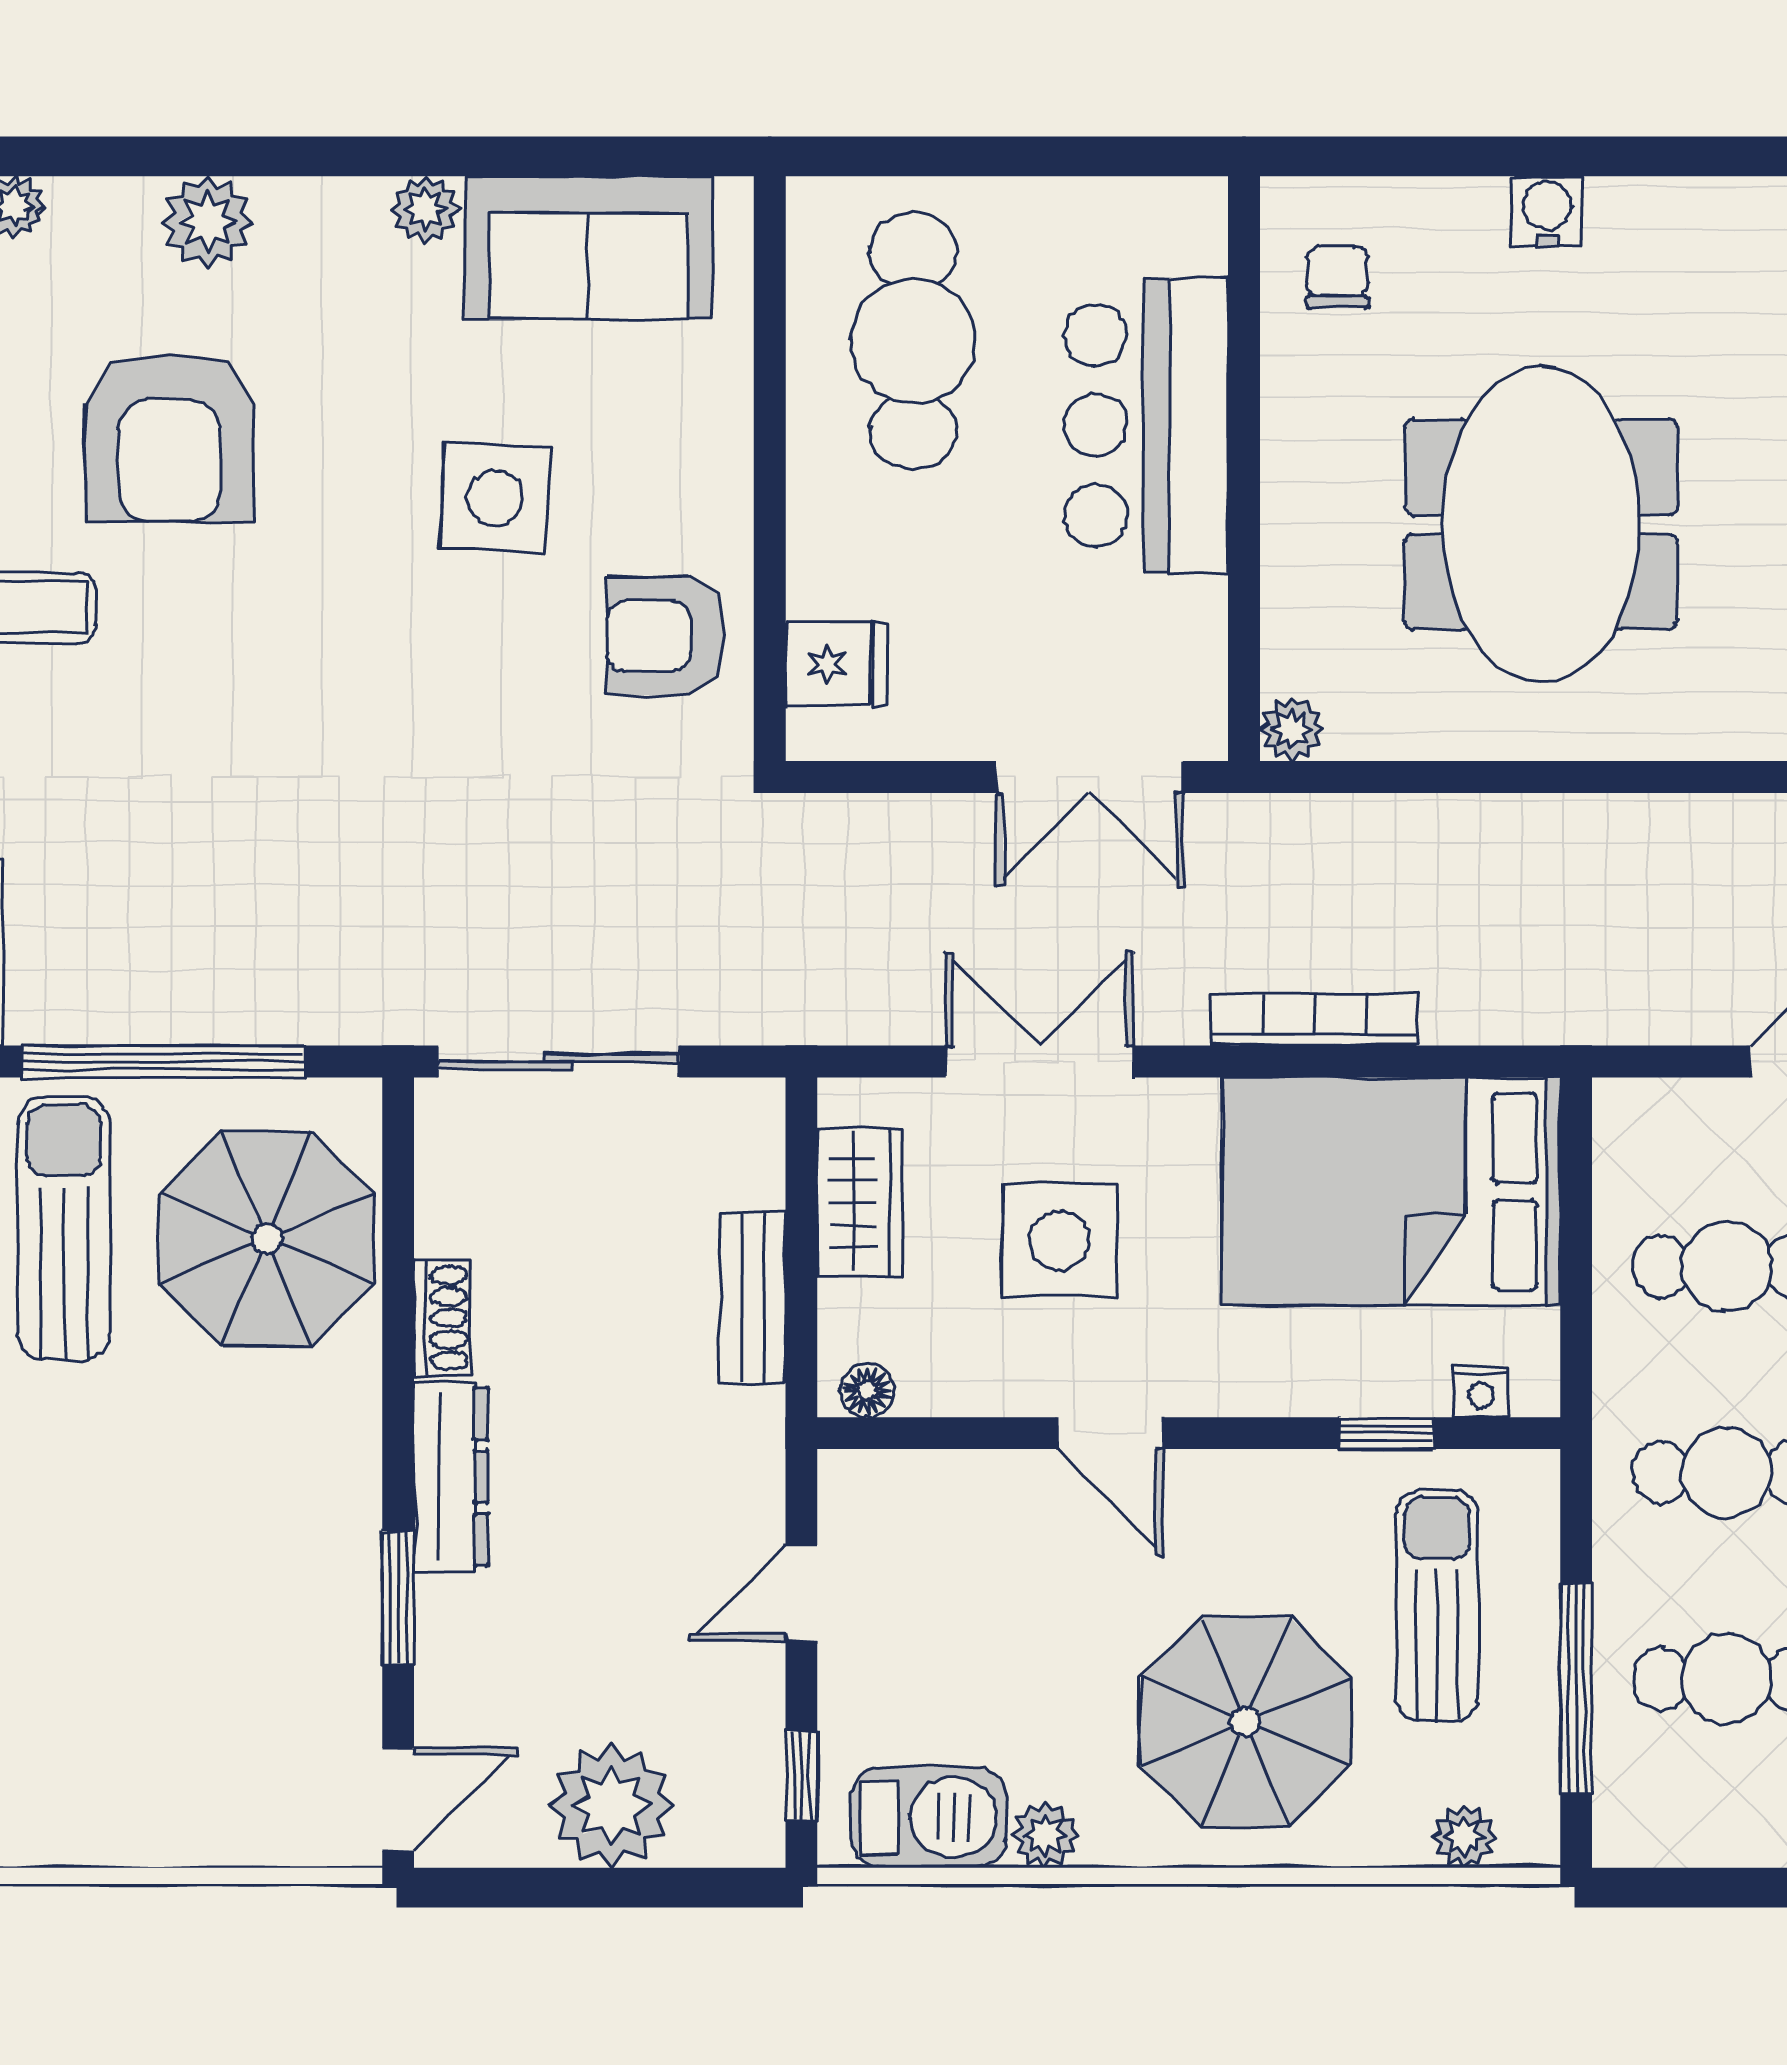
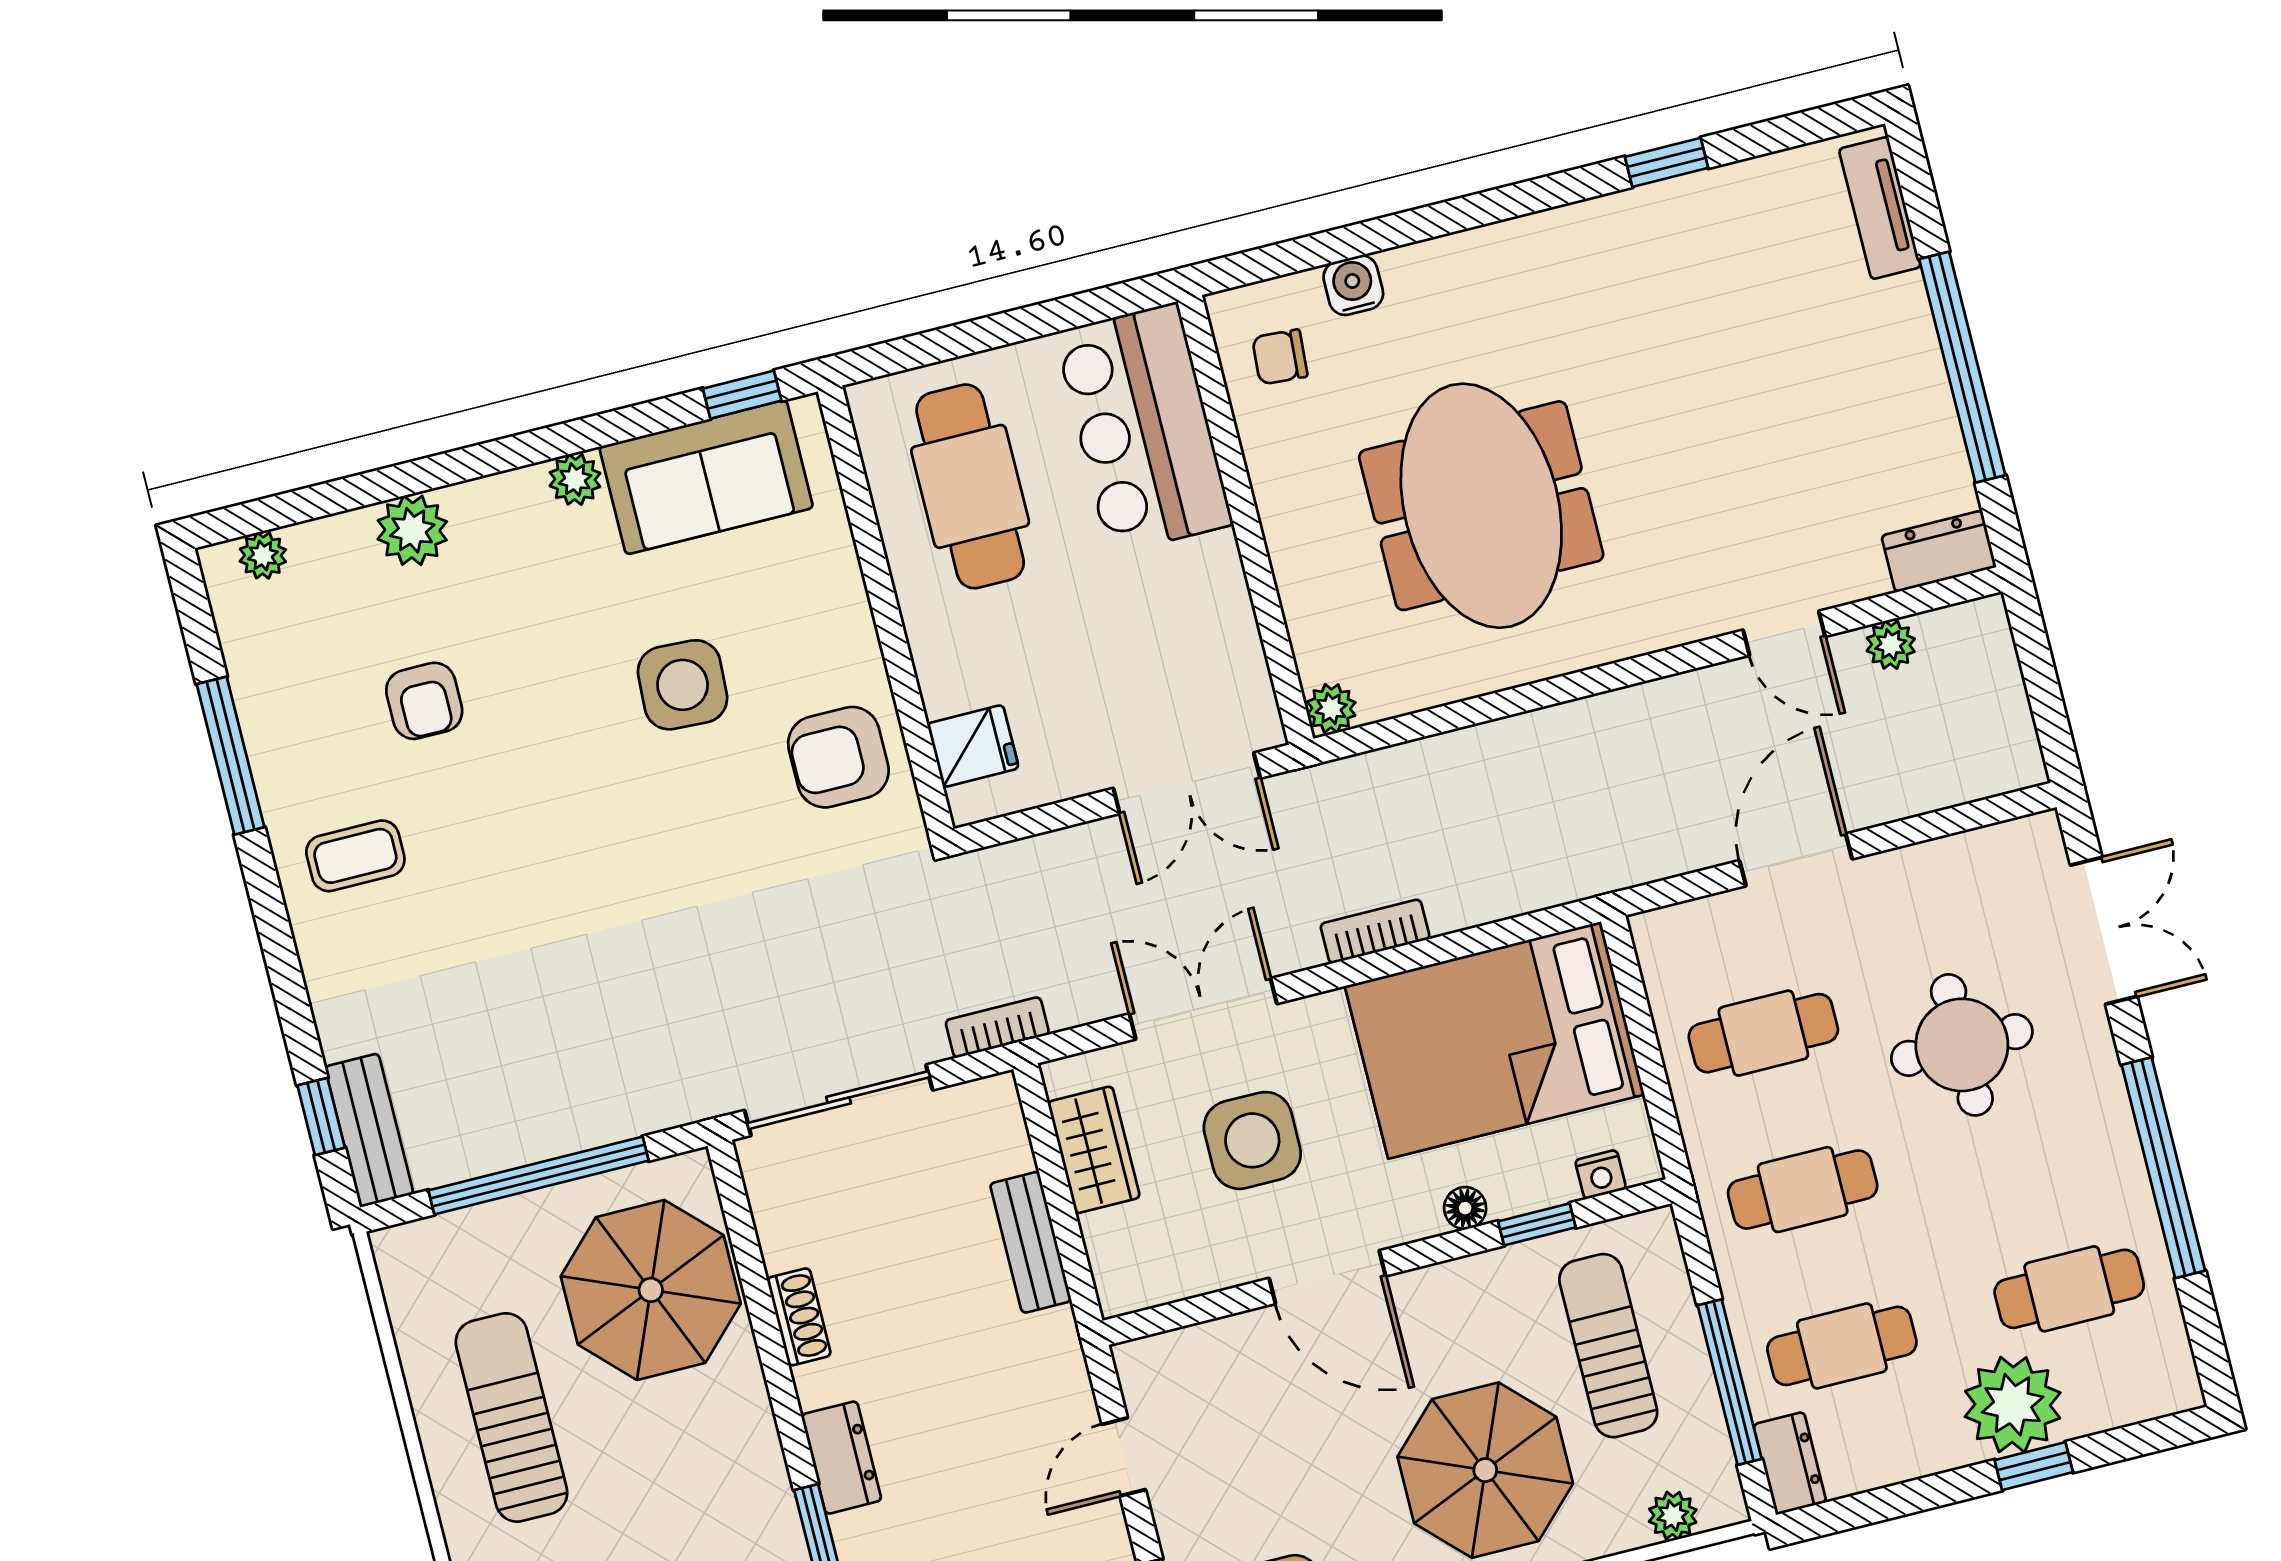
window: (659, 156) -> (742, 395), added
water cooler: (1547, 211) -> (1353, 285), moved
chair: (1338, 277) -> (1280, 357), turned -86
bar counter: (1146, 425) -> (1144, 428), moved
armchair: (169, 437) -> (424, 701), width x0.53, depth x0.53
bookcase: (1314, 1019) -> (1375, 931), width x0.64
bookcase: (778, 1021) -> (997, 1027), added
sun lounger: (64, 1229) -> (512, 1417), moved
floor lamp: (867, 1391) -> (1465, 1208), moved
door: (1110, 1433) -> (1327, 1277), width x1.38
dresser: (451, 1477) -> (841, 1458), width x0.70
dresser: (1626, 1808) -> (1790, 1463), added

